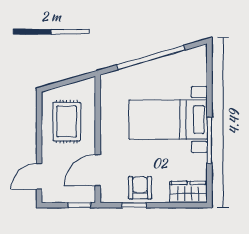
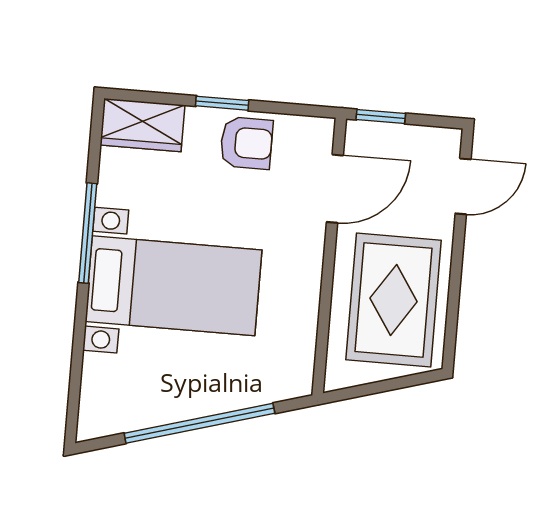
rug: (67, 121) -> (394, 300), width x1.36, depth x1.43
armchair: (140, 188) -> (246, 143), turned -90
window: (134, 205) -> (222, 103), moved

